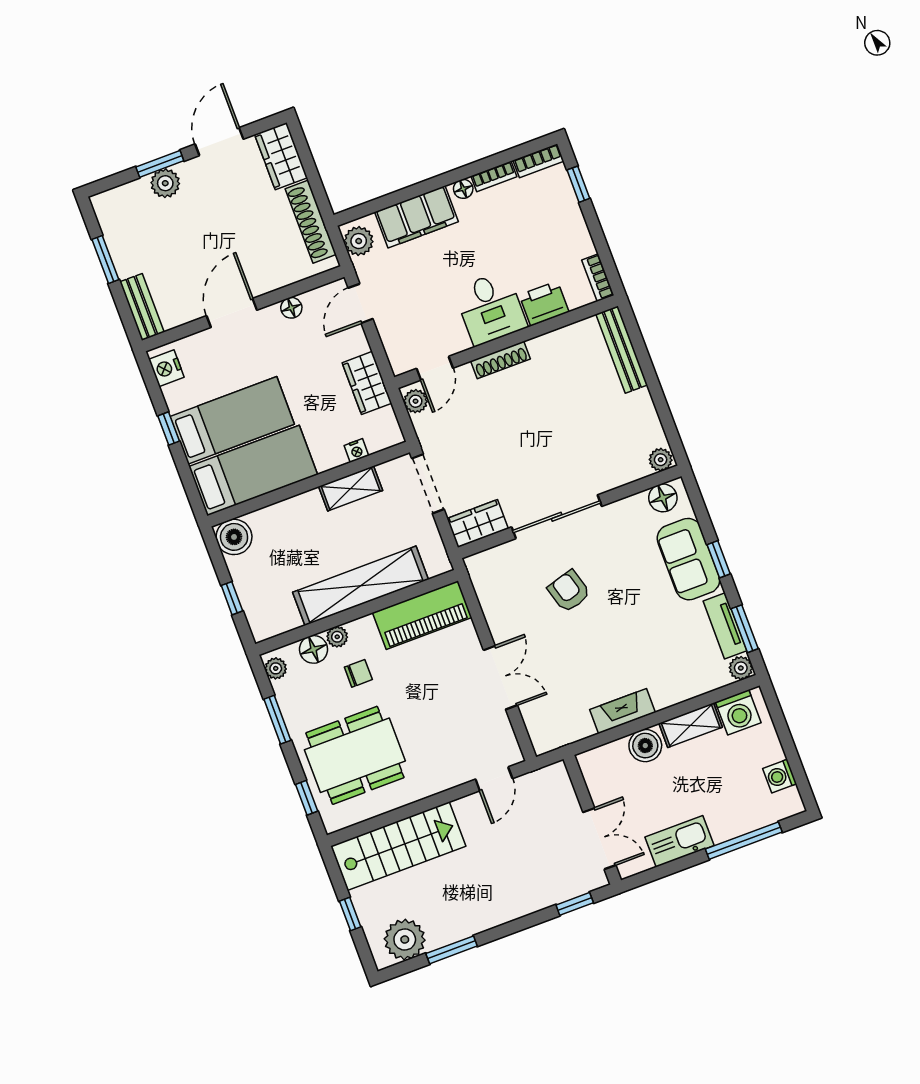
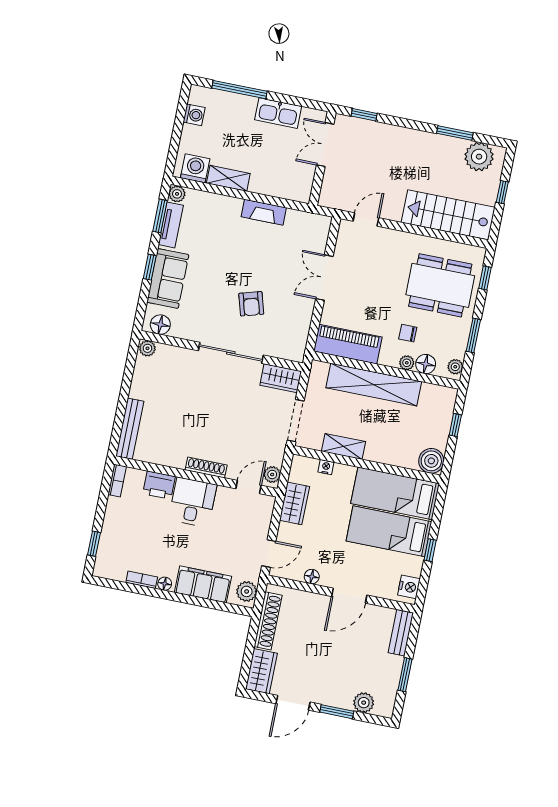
bookcase: (538, 161) -> (109, 573), removed
plant: (165, 183) -> (364, 703), moved
boiler: (645, 746) -> (263, 183), removed

